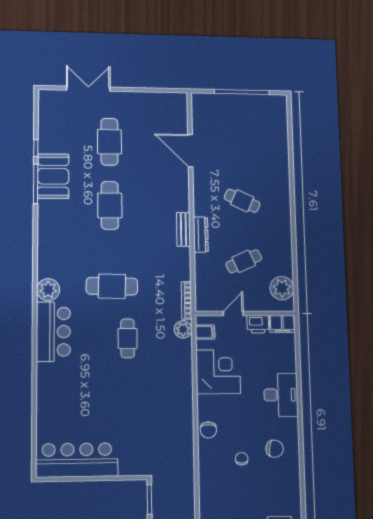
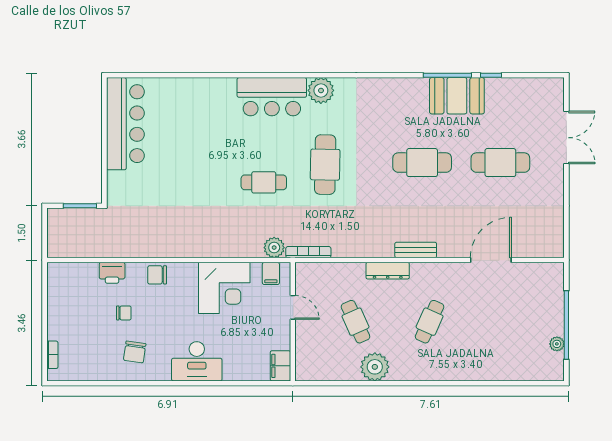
plant: (257, 100) -> (557, 344), added
bench: (183, 229) -> (416, 250), moved
plant: (282, 288) -> (375, 367), moved
printer: (258, 324) -> (112, 273), moved, turned -90

